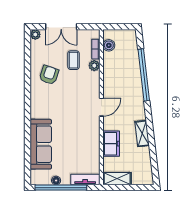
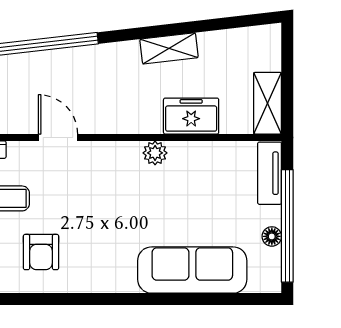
plant: (94, 66) -> (155, 153), moved
armchair: (49, 75) -> (41, 252), turned -109
door: (101, 107) -> (58, 137), moved

